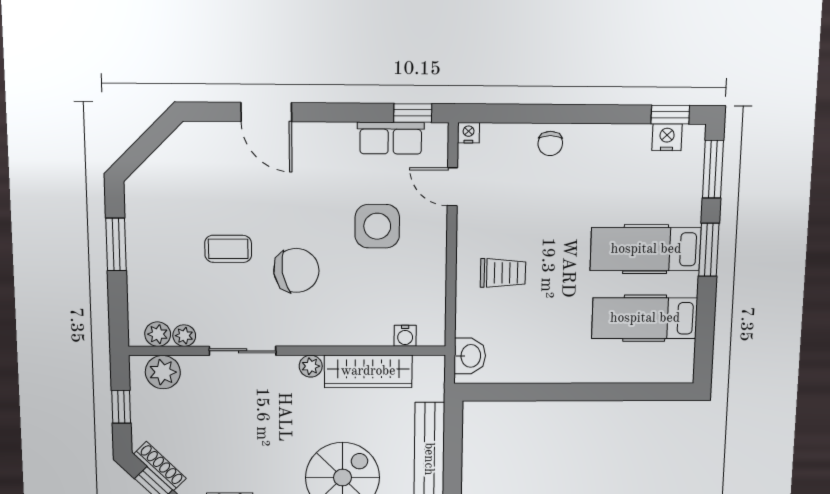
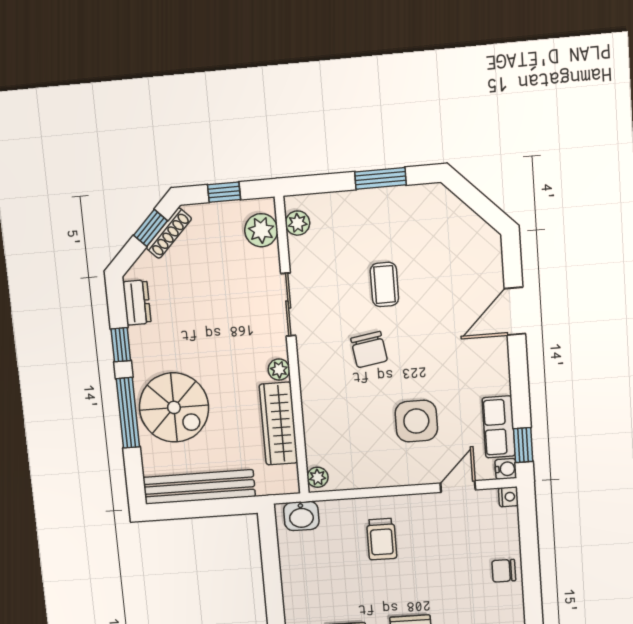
chair: (296, 270) -> (369, 350), width x0.73, depth x0.73
plant: (184, 336) -> (318, 477), moved
water cooler: (405, 336) -> (506, 469), moved, turned 180

